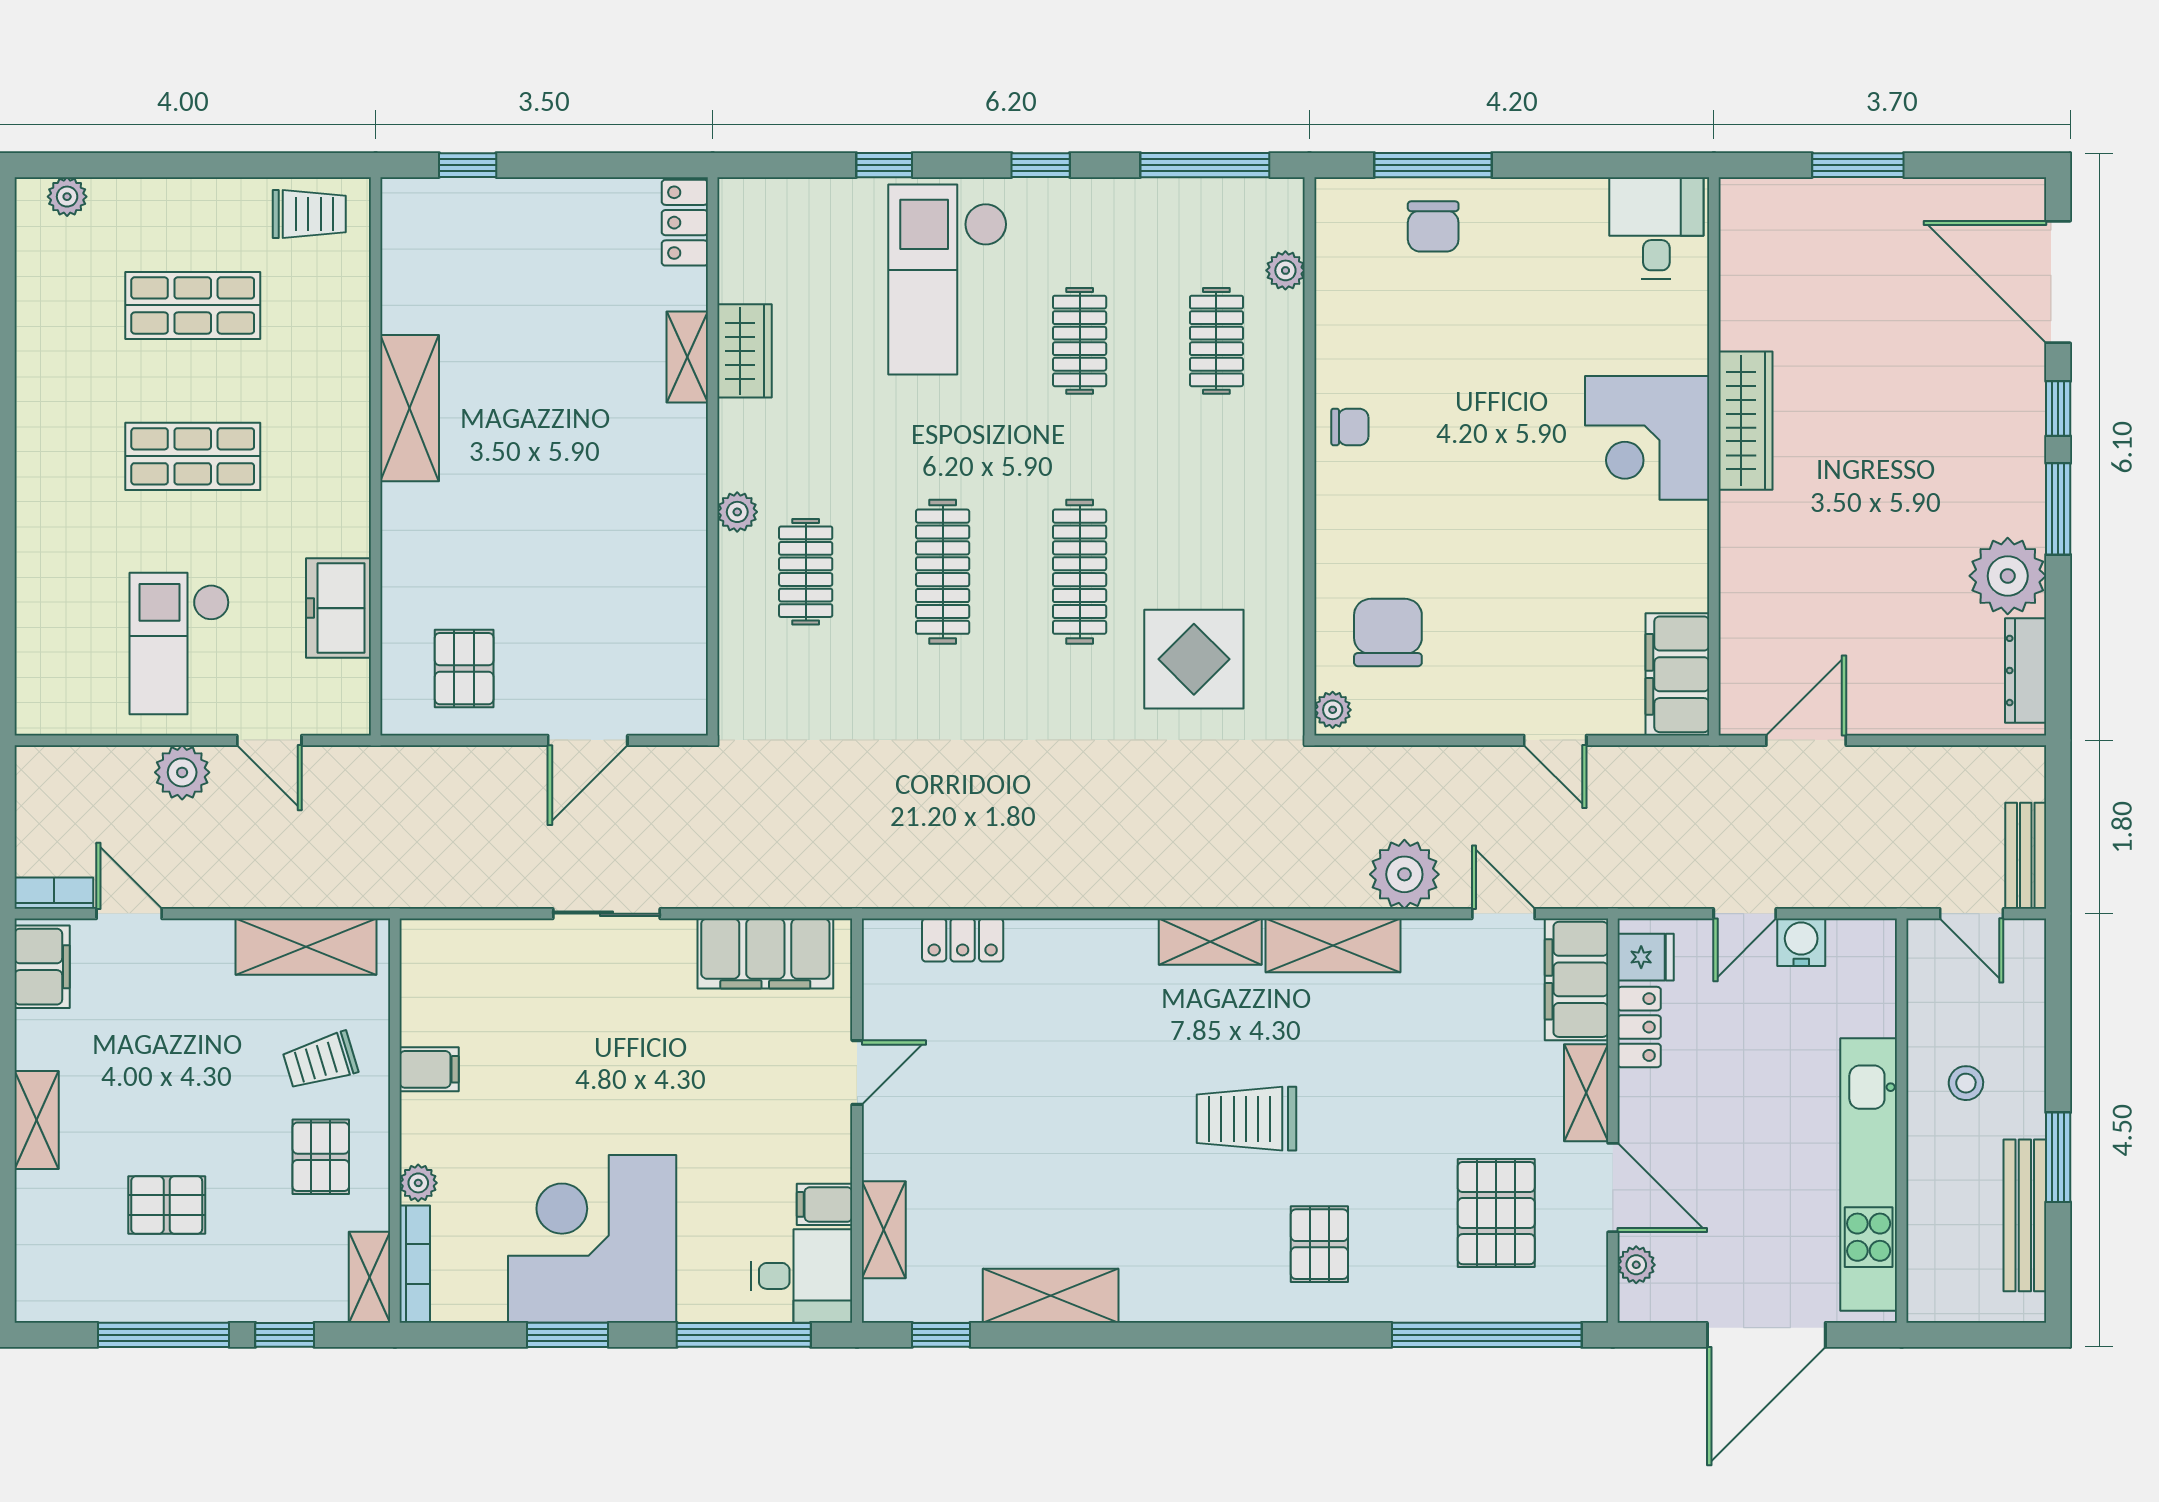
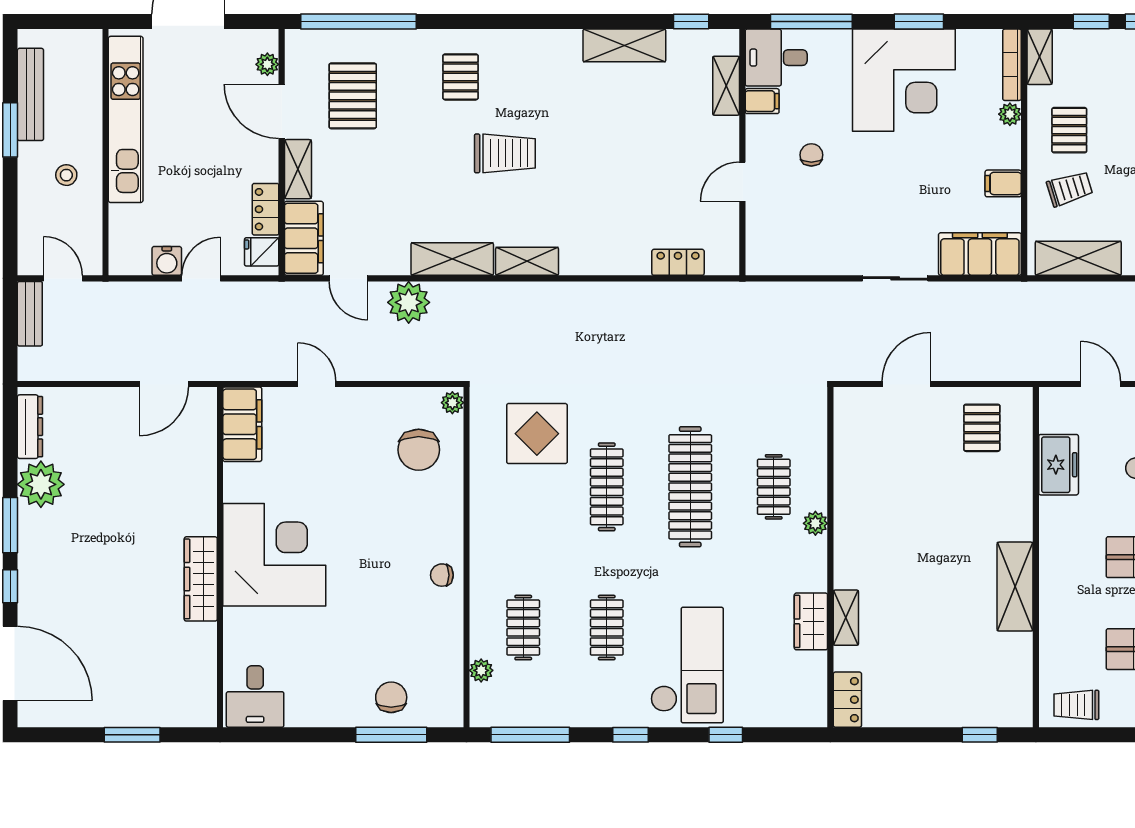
corner desk: (1647, 438) -> (274, 555), width x1.36, depth x1.36
clothes rail: (943, 572) -> (690, 487), width x1.37, depth x1.31
filing cabinet: (765, 954) -> (980, 254), moved
chair: (744, 1116) -> (811, 155), added

